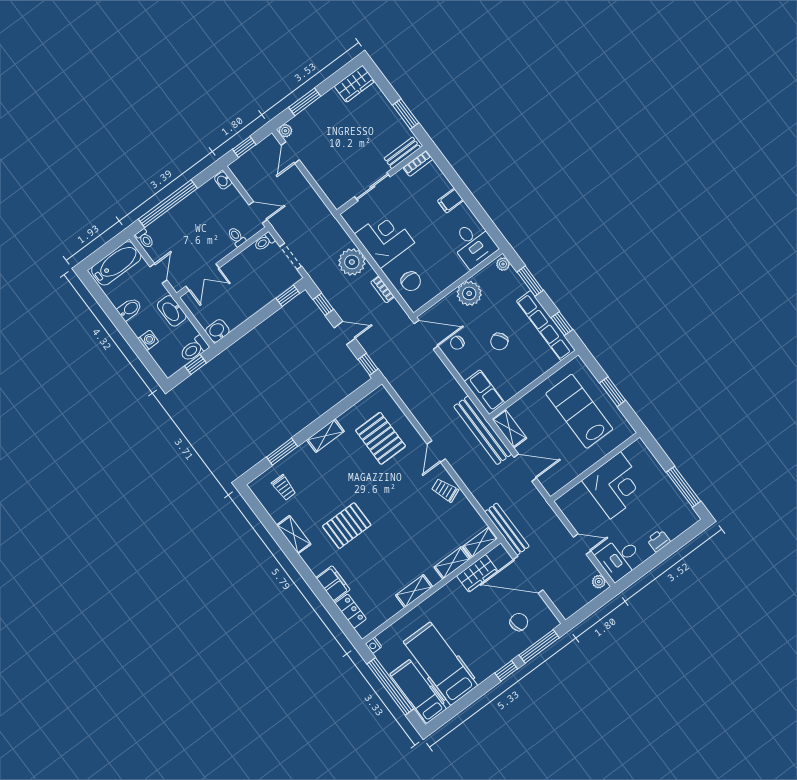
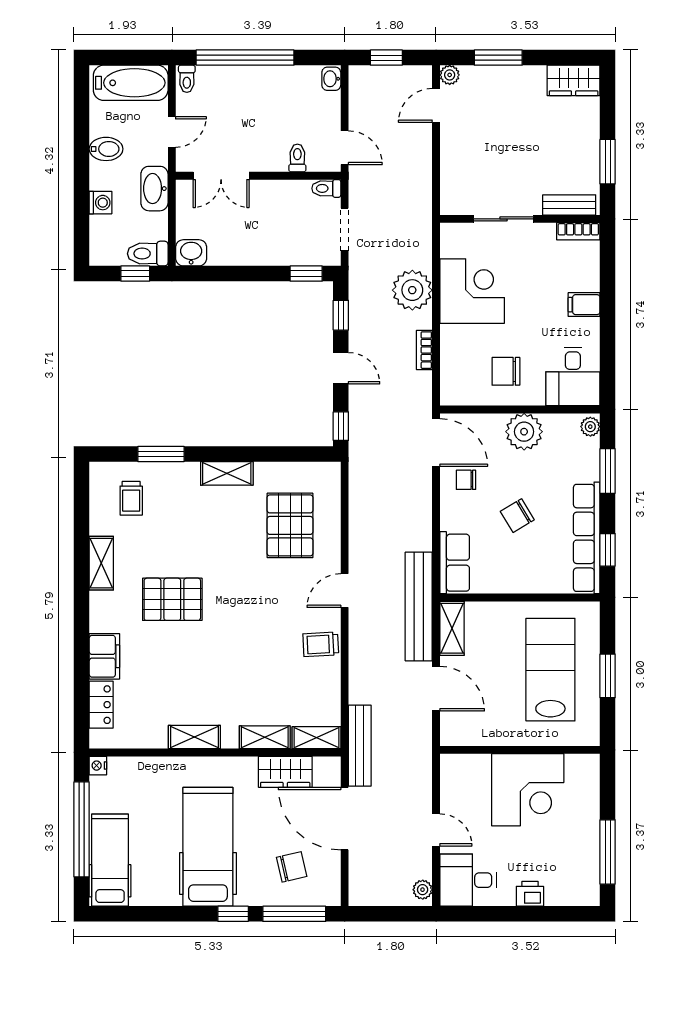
chair: (411, 281) -> (506, 371), moved, turned 90
trolley: (445, 490) -> (321, 644), turned -71
hospital bed: (440, 664) -> (208, 847), moved

